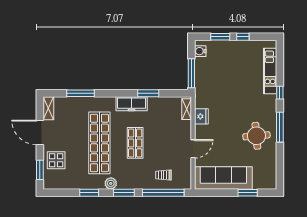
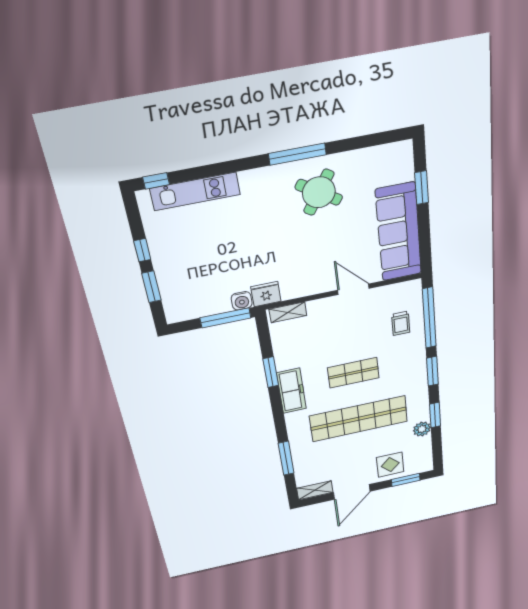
water cooler: (200, 51) -> (242, 301), moved
window: (280, 93) -> (156, 181), moved
fridge: (201, 116) -> (266, 294), moved
round table: (256, 136) -> (319, 192), turned 38
plant: (111, 183) -> (422, 429), moved

